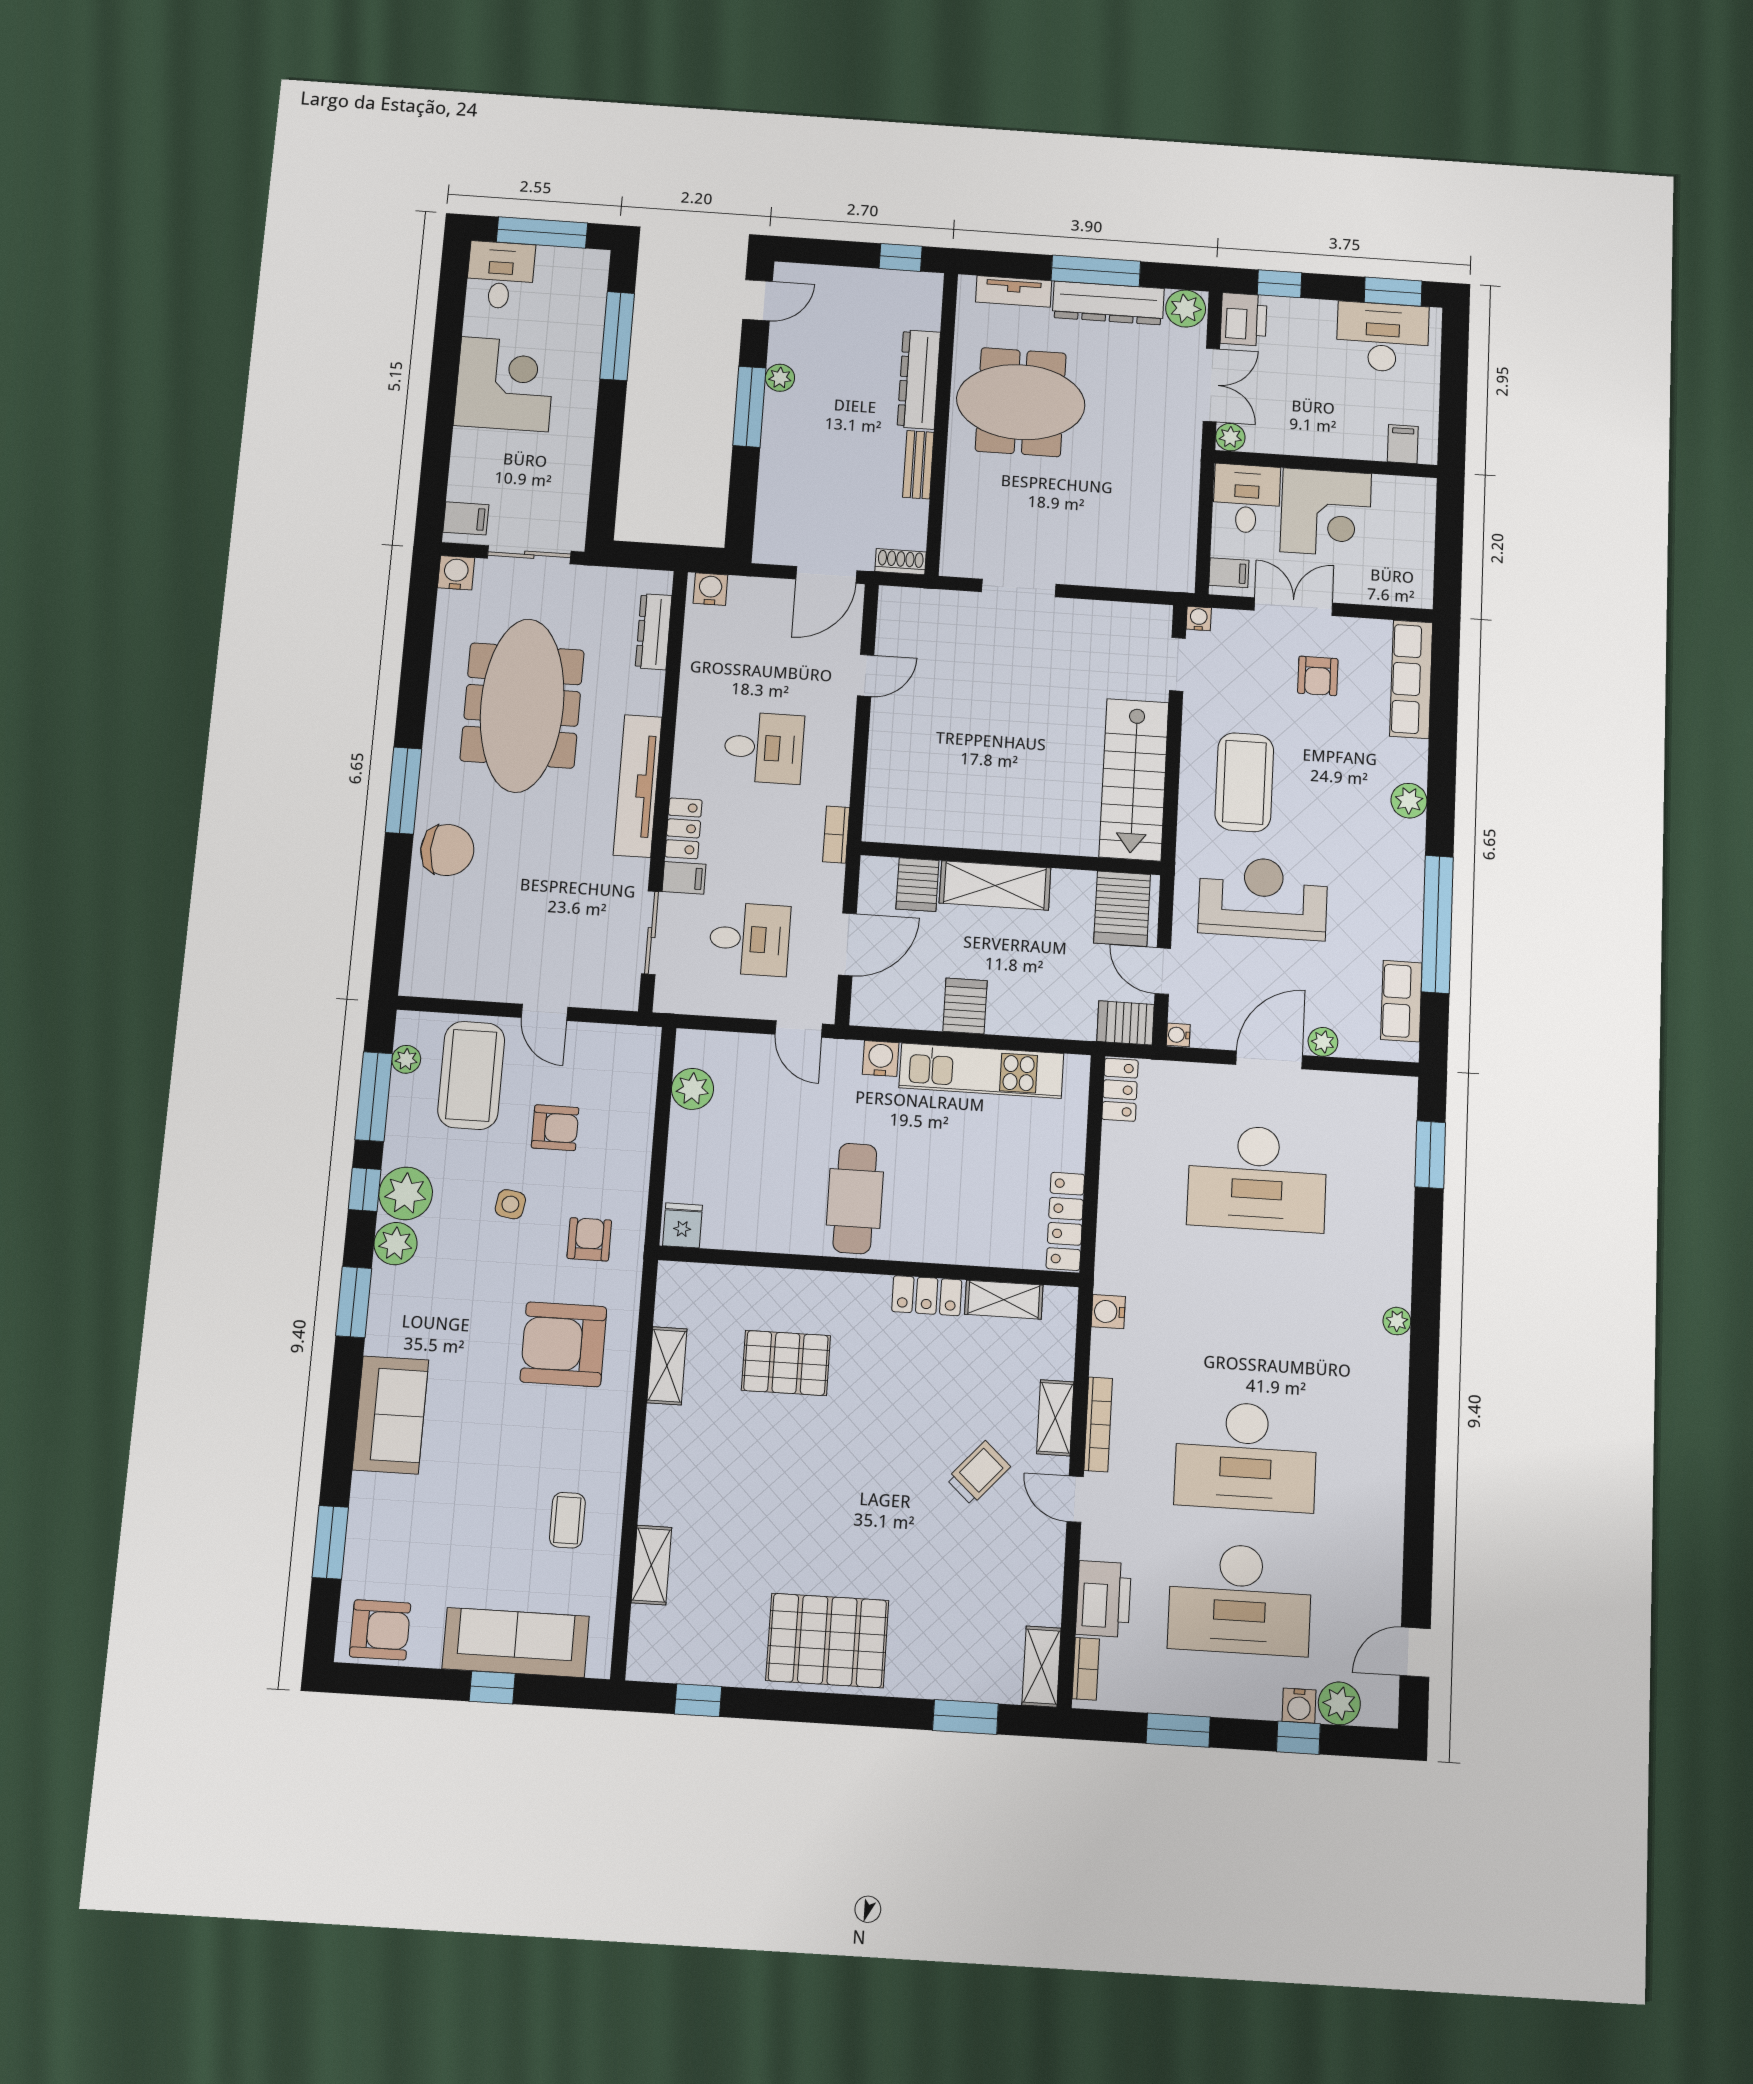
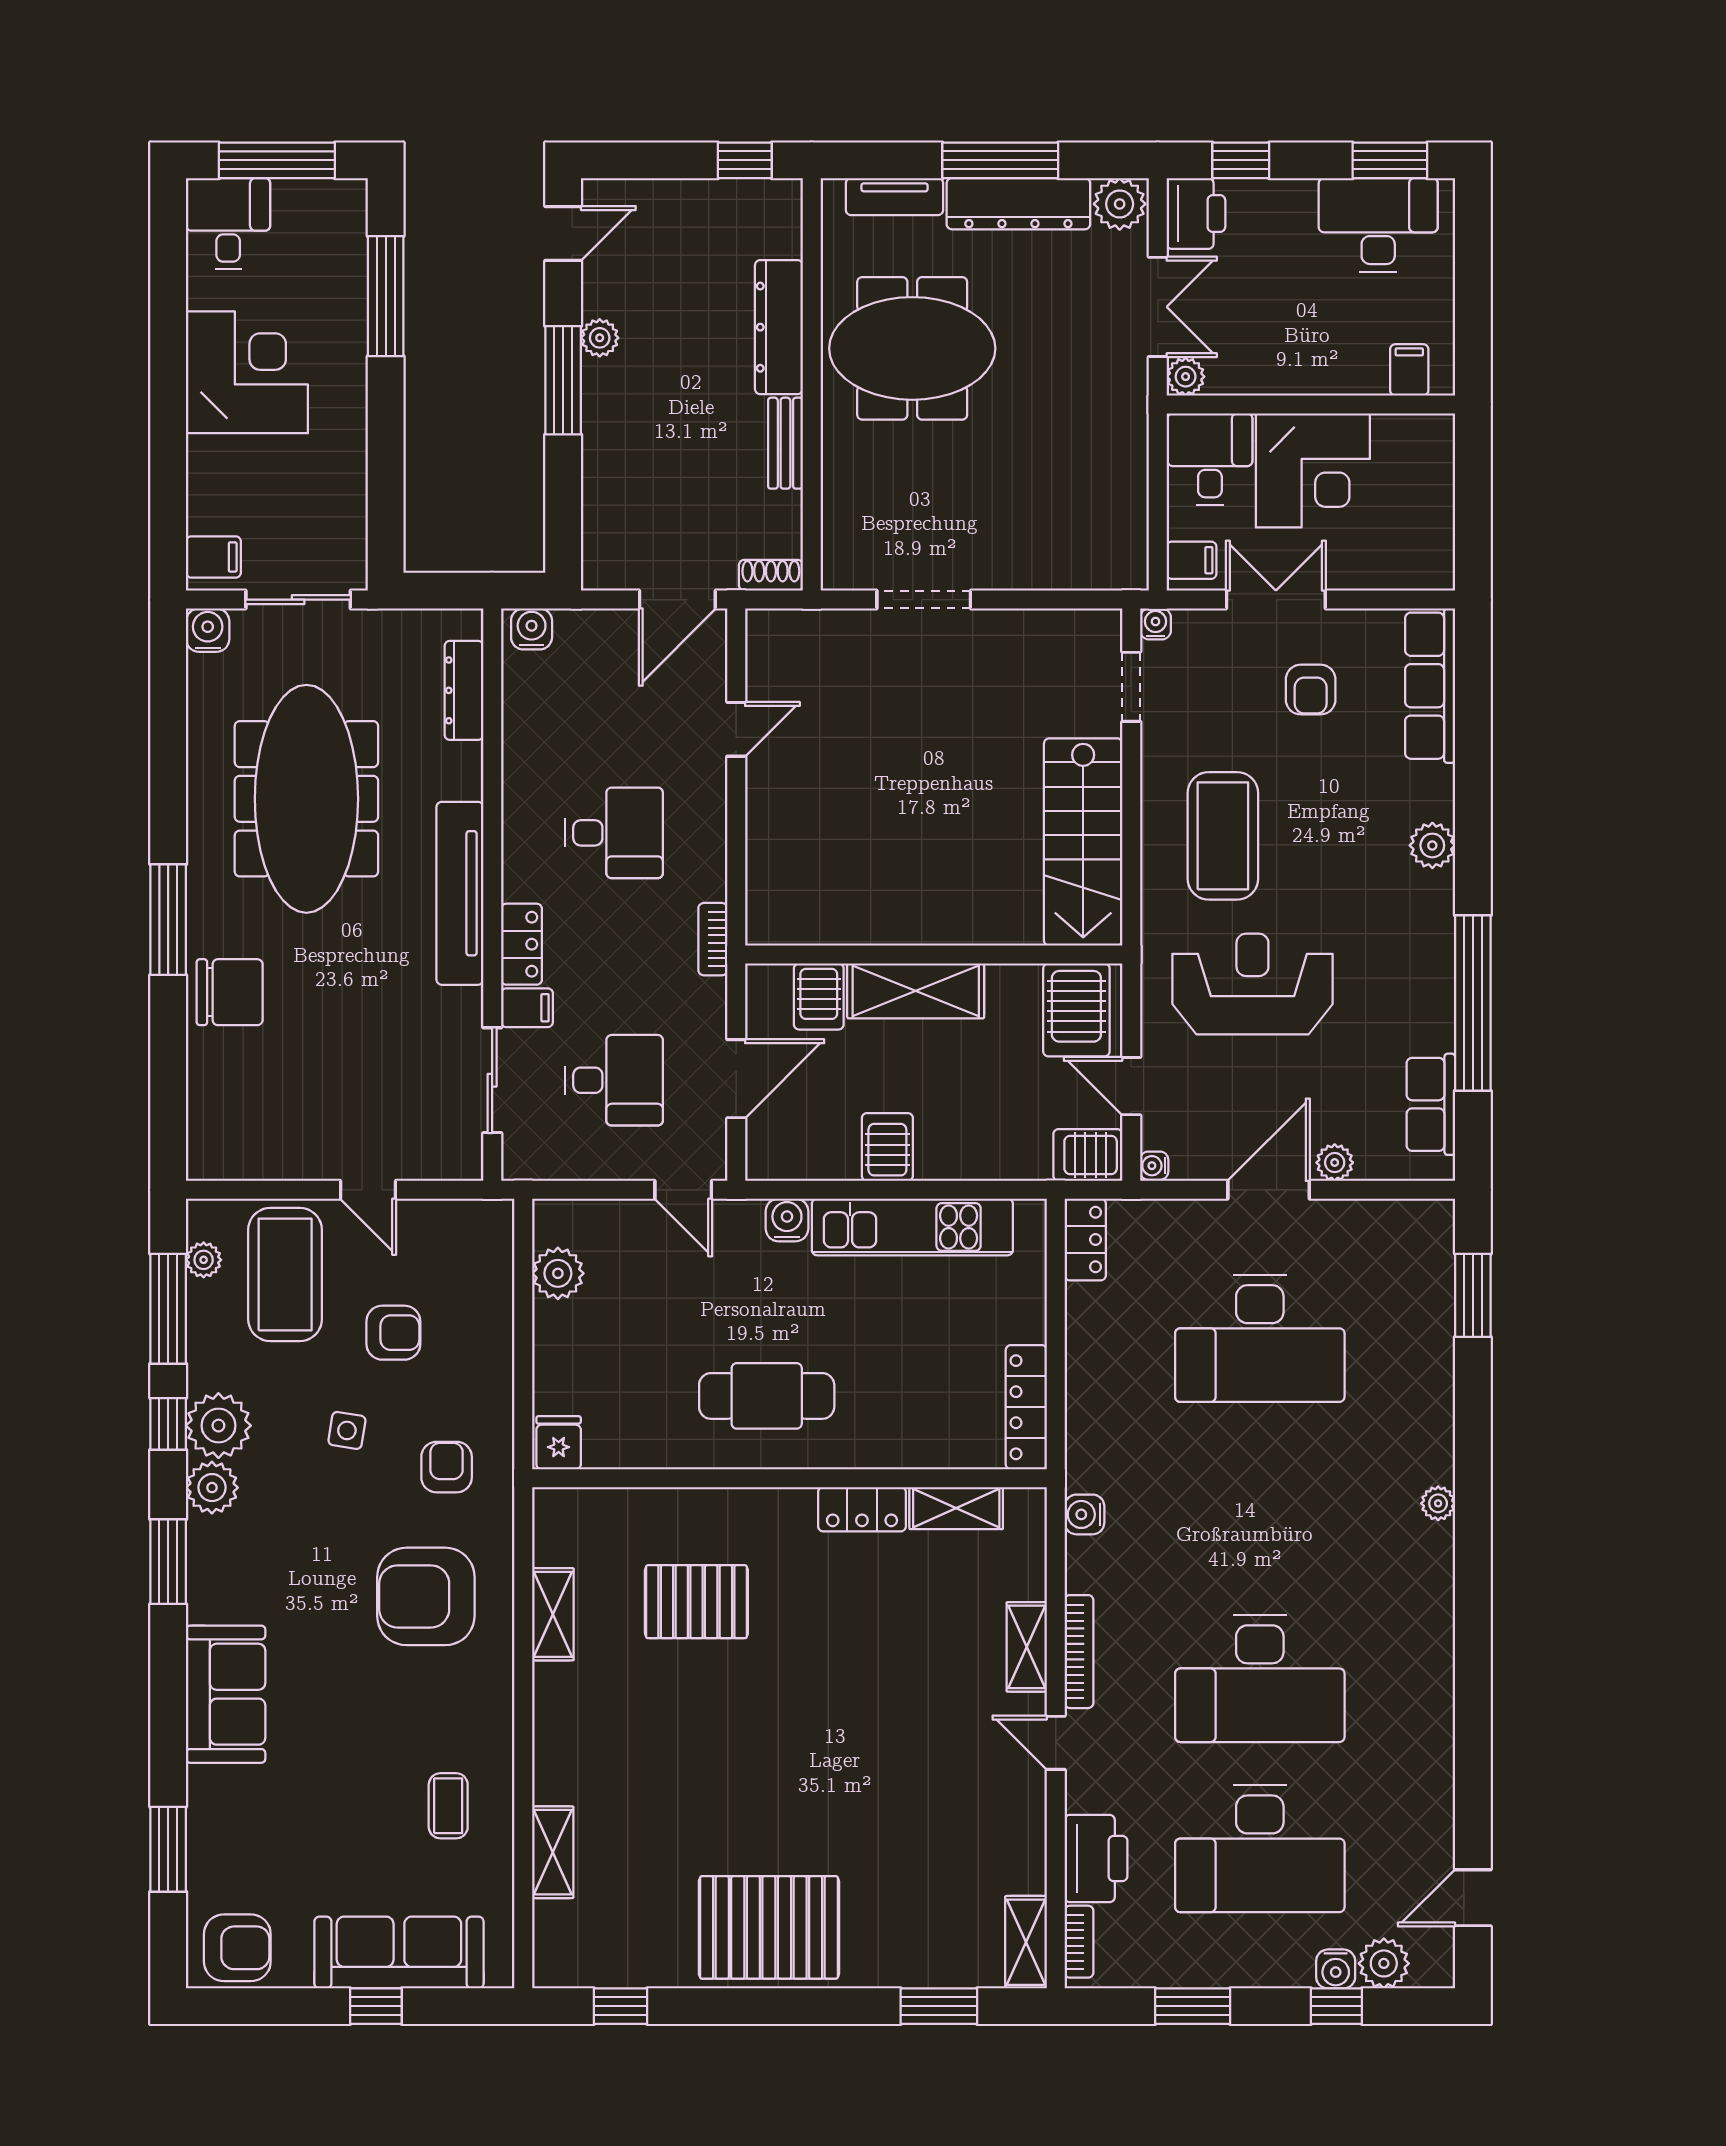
cafe table: (855, 1198) -> (767, 1396), turned 90
trolley: (979, 1473) -> (938, 1719), removed

